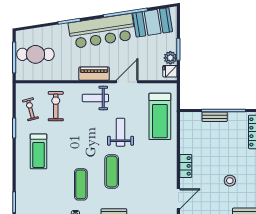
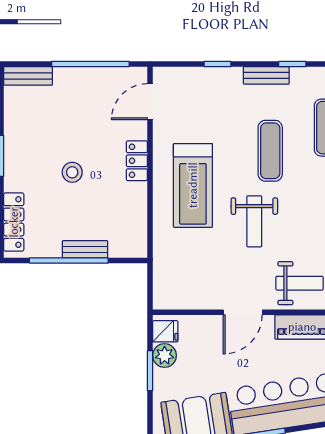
treadmill: (160, 116) -> (193, 185), moved, turned 180
stool: (230, 181) -> (72, 172), moved

